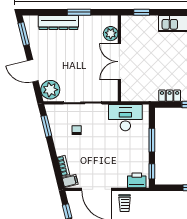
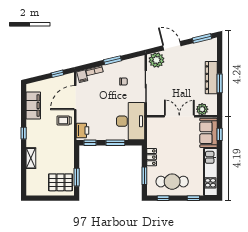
dresser: (58, 22) -> (211, 78), moved
sofa: (140, 26) -> (208, 133), added
door: (33, 71) -> (172, 46), hinge flipped
desk: (125, 118) -> (131, 121), width x1.36, depth x1.30
window: (46, 126) -> (112, 60), moved

